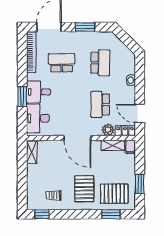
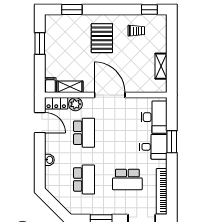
school desk: (100, 63) -> (84, 179), turned 180
shelving: (32, 152) -> (161, 66), moved
pallet: (114, 194) -> (68, 33), removed

